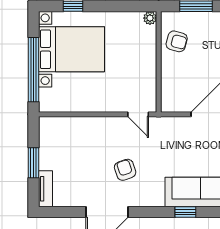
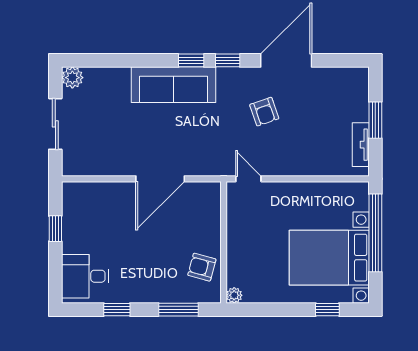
tv unit: (45, 189) -> (361, 145), moved
window: (155, 212) -> (228, 60), added

